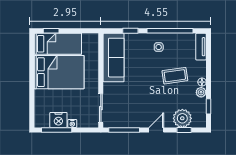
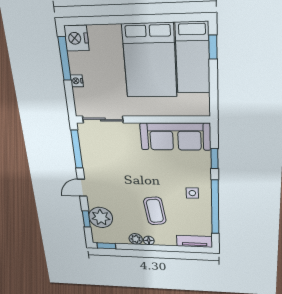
window: (209, 106) -> (106, 246), moved
nightstand: (58, 120) -> (76, 38), moved
door: (156, 130) -> (82, 188), swing flipped

